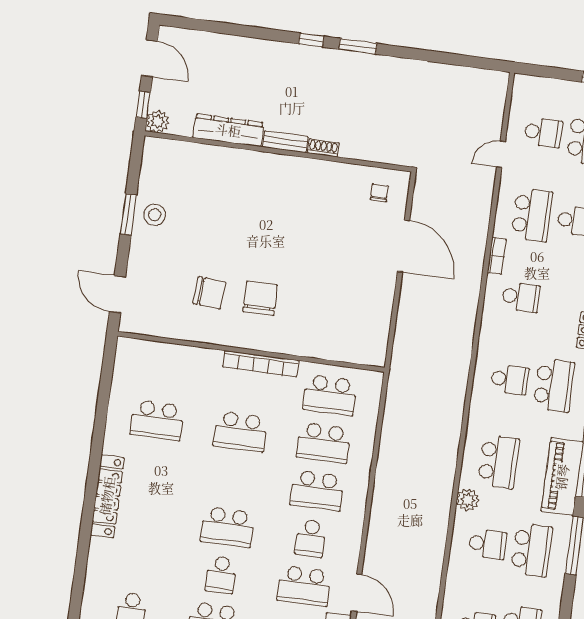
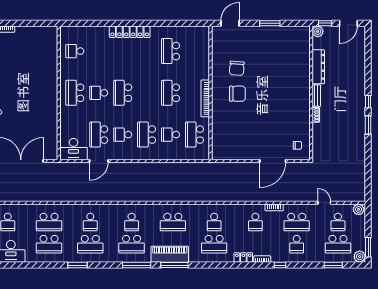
stool: (155, 215) -> (272, 36), removed
school desk: (324, 443) -> (171, 135), width x0.54
plant: (468, 500) -> (359, 209), moved

